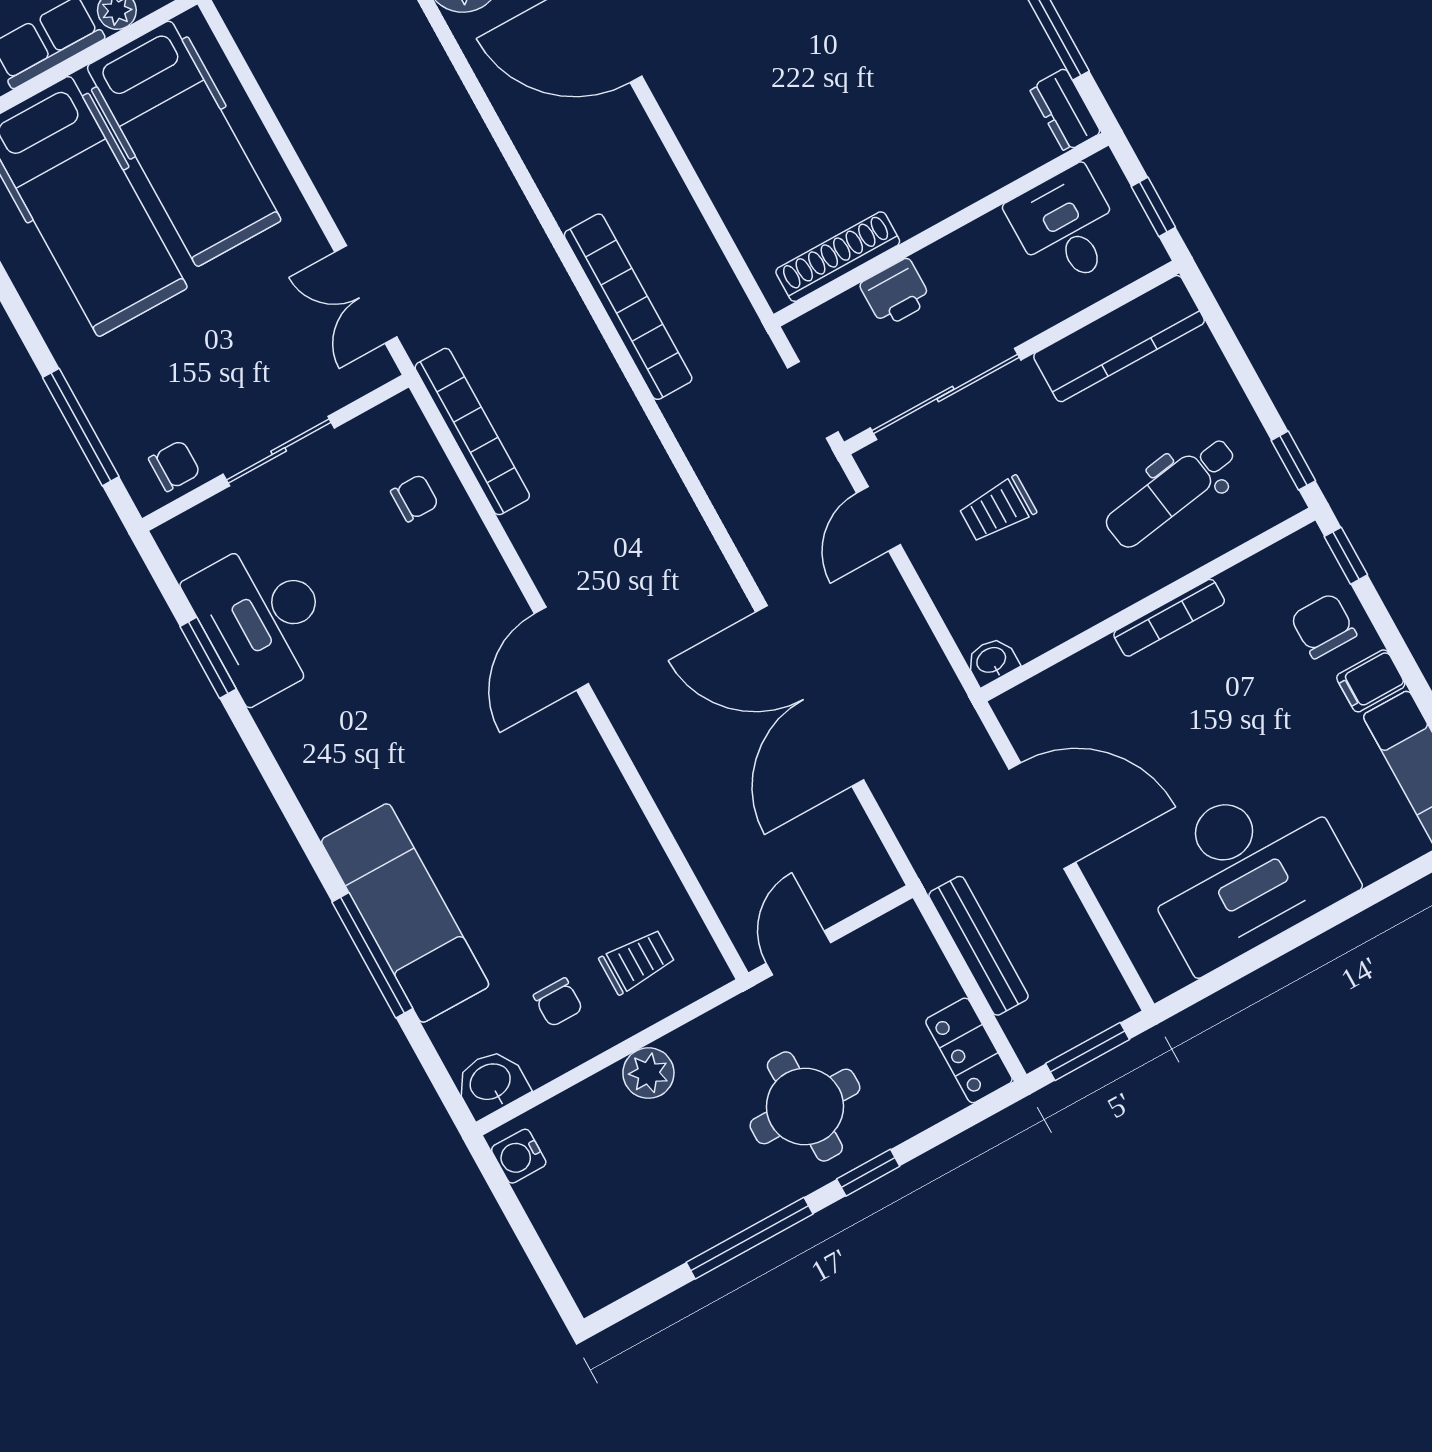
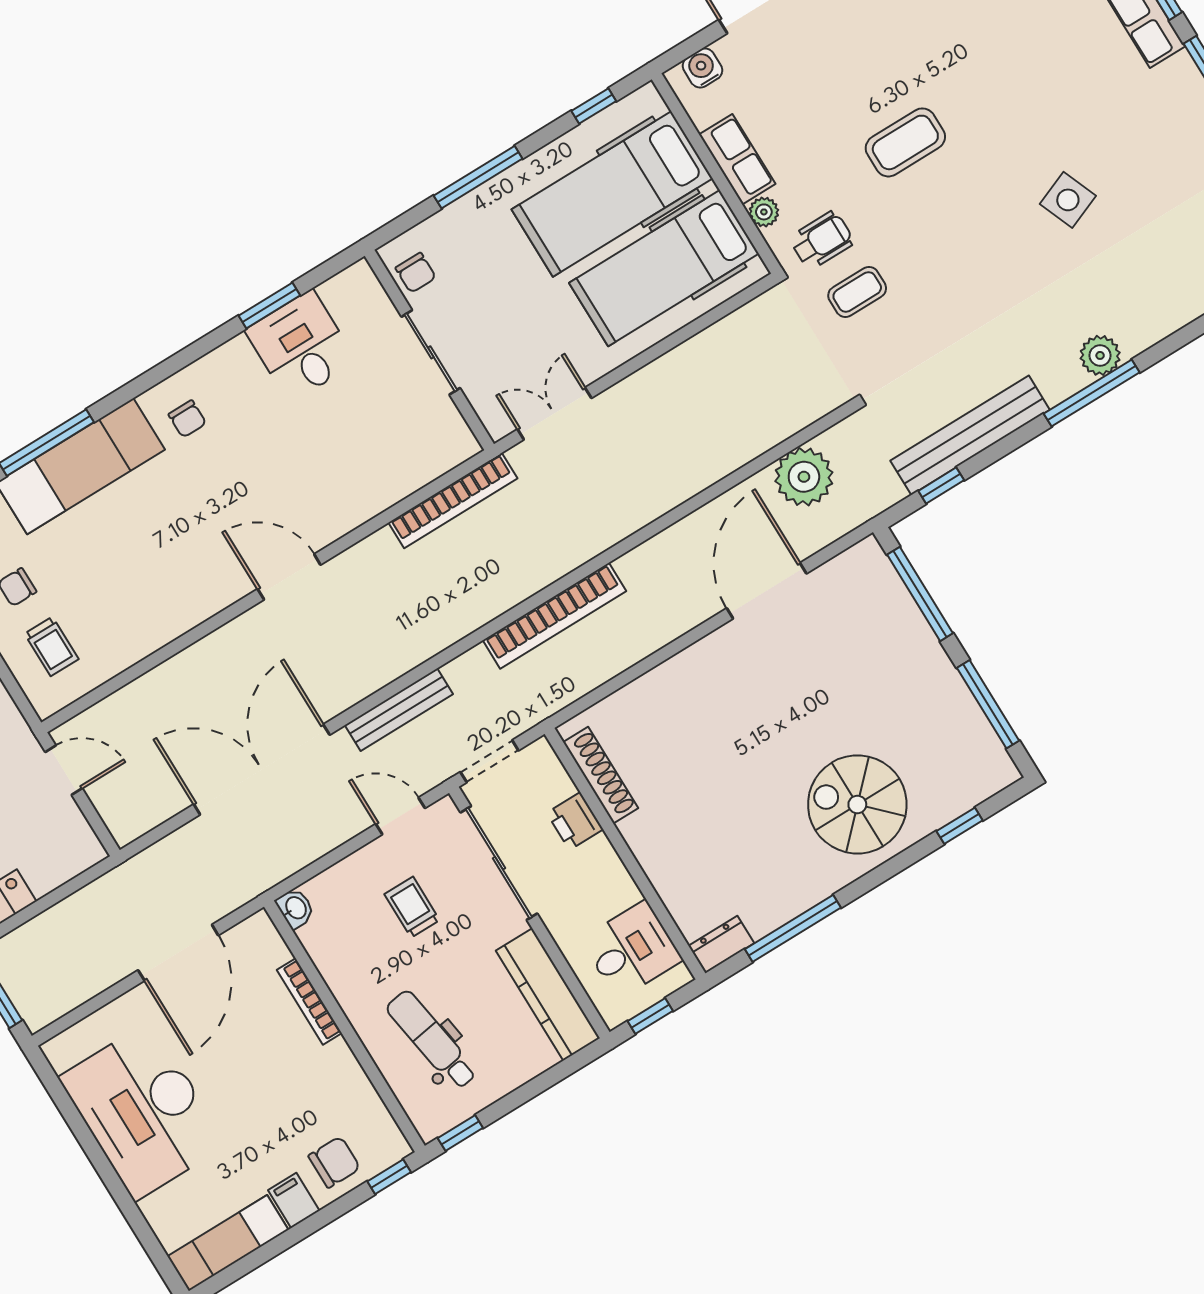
window: (81, 427) -> (478, 177), moved
chair: (415, 498) -> (187, 419), moved
bookcase: (1169, 618) -> (309, 1001), moved
desk: (263, 619) -> (301, 346), width x0.73
bench: (978, 946) -> (399, 710), moved

